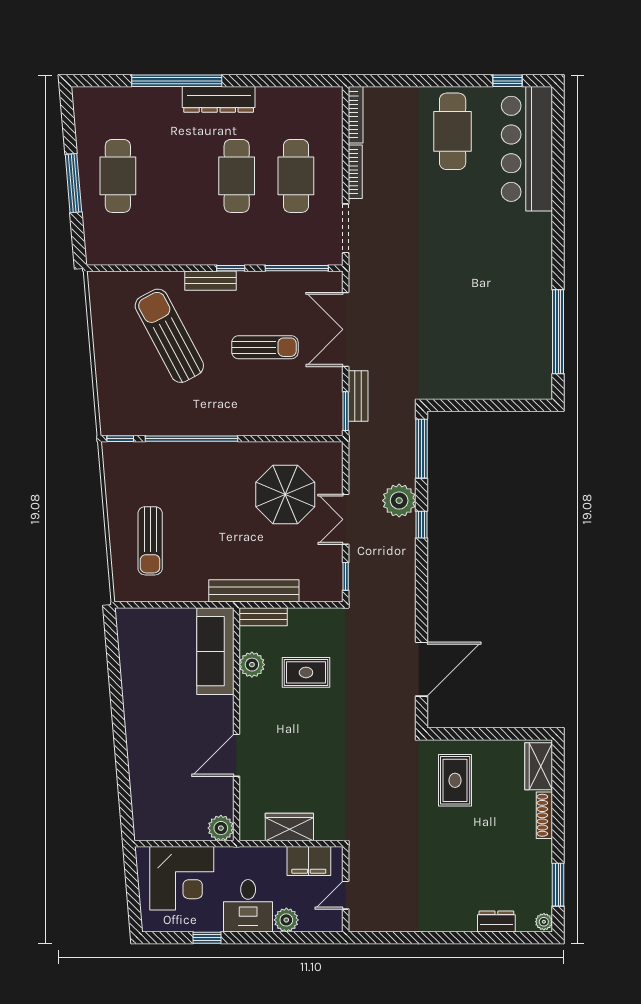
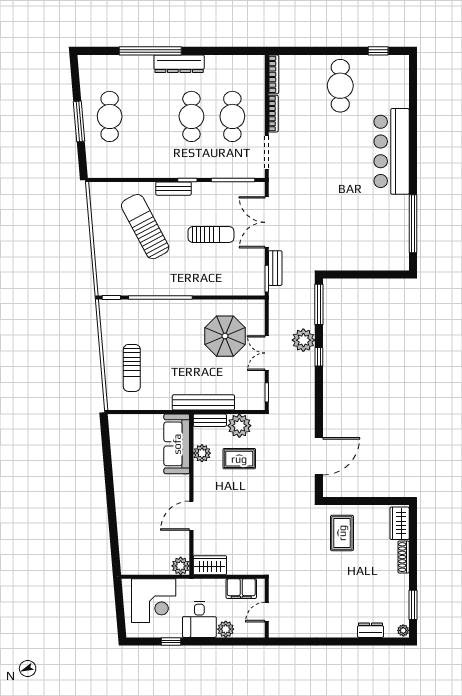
bar counter: (527, 149) -> (392, 151), moved
plant: (306, 625) -> (239, 426), added
wardrobe: (289, 827) -> (210, 565), moved

